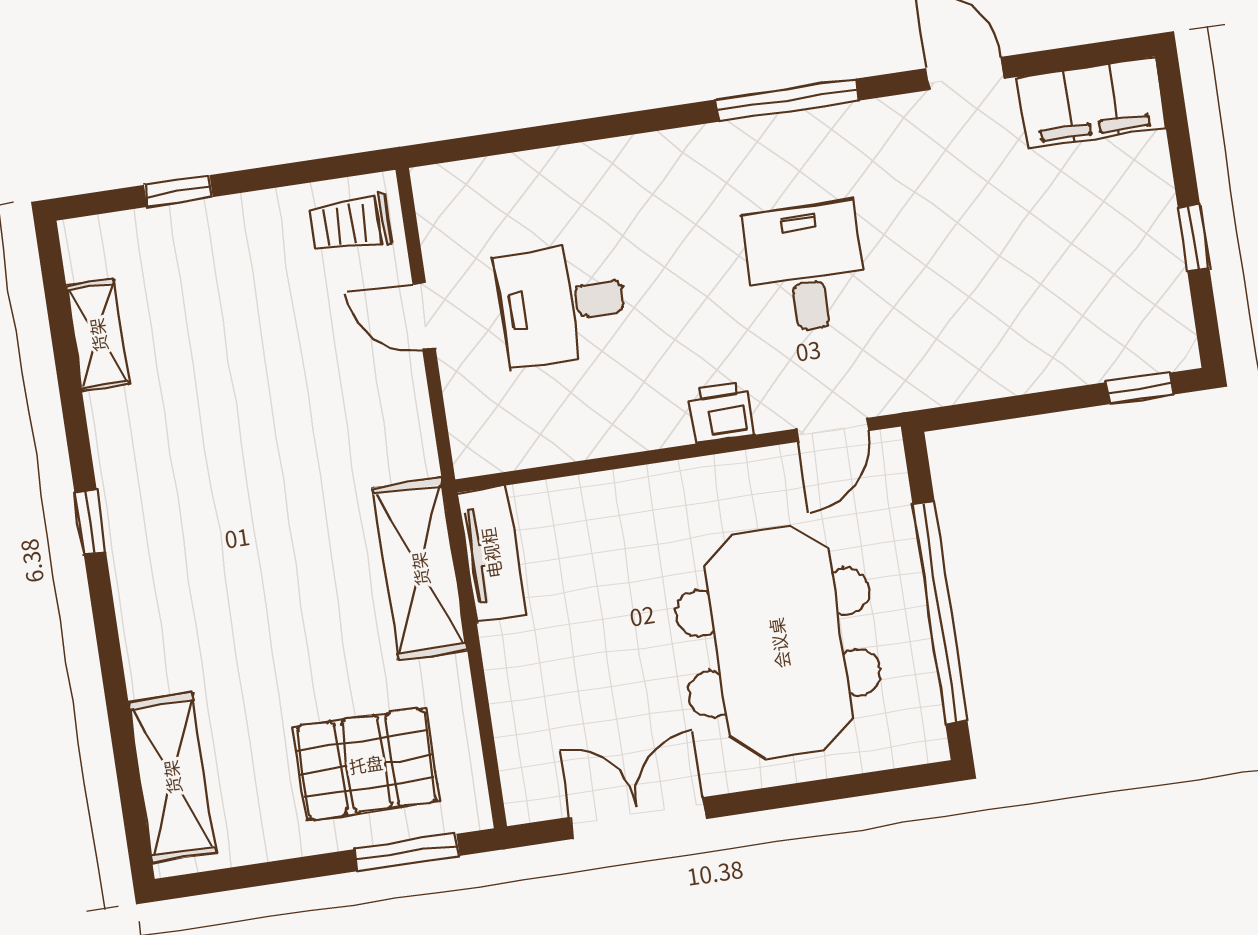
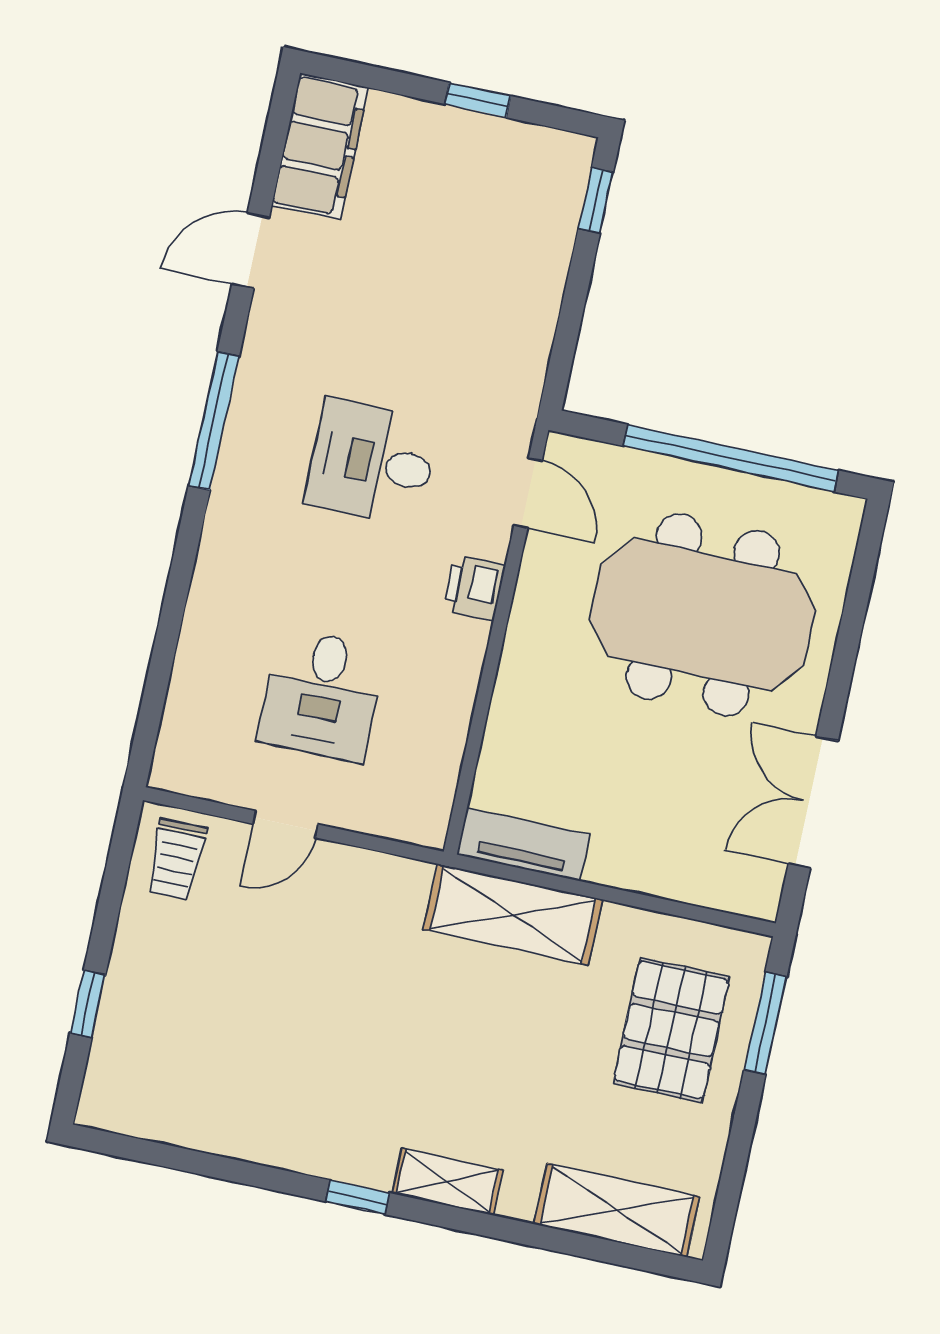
shelving: (98, 335) -> (447, 1182), moved

